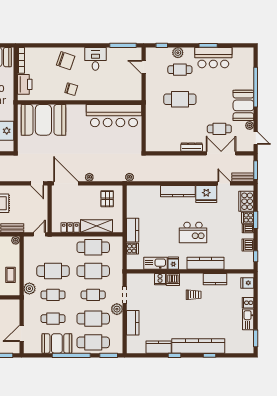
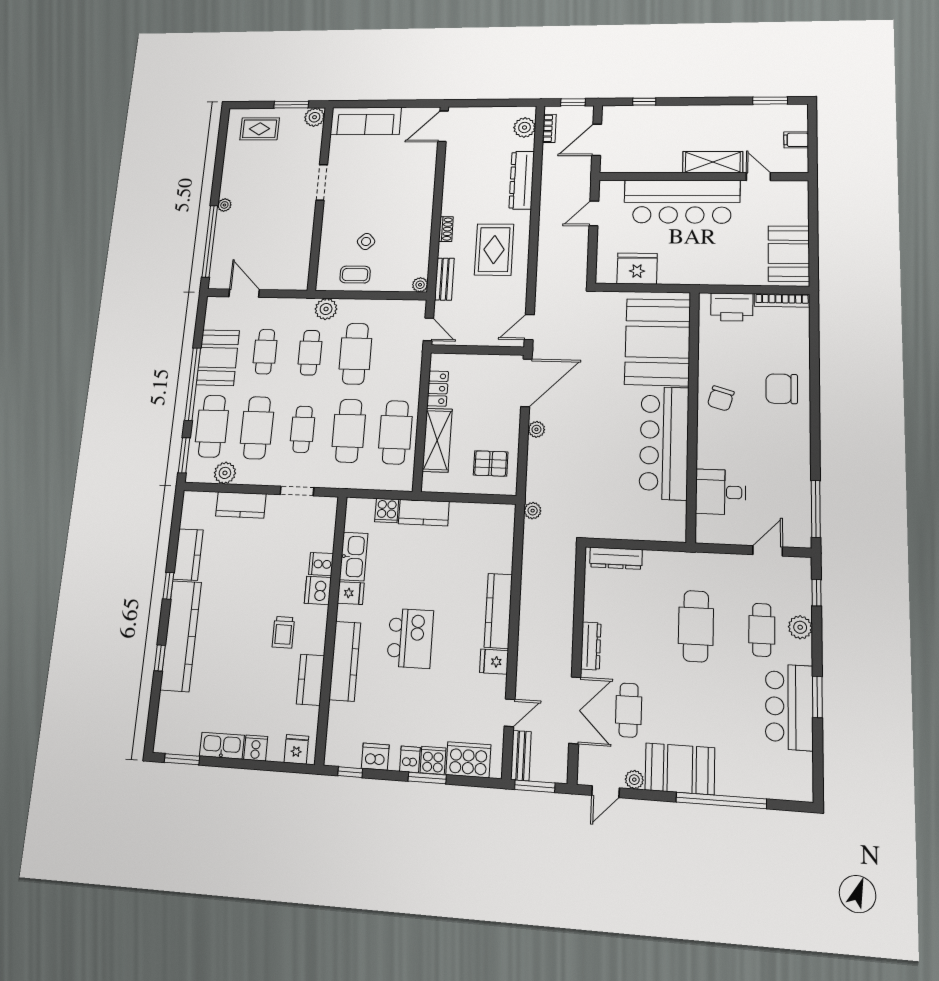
desk: (95, 59) -> (721, 492), moved, turned 180
chair: (66, 61) -> (782, 389), turned 71
bar counter: (114, 116) -> (664, 443), moved
dresser: (150, 137) -> (616, 558), added
fridge: (206, 194) -> (494, 662), width x0.53, depth x0.75
kitchen island: (193, 232) -> (410, 638), turned 180
plant: (117, 309) -> (225, 473), moved

